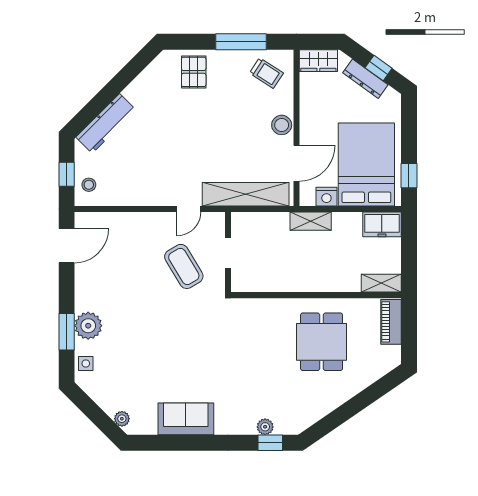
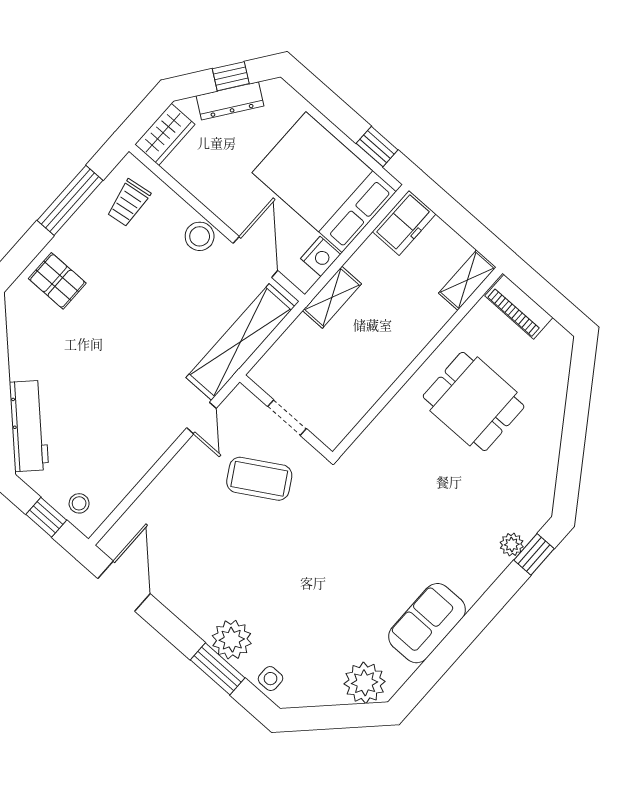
trolley: (266, 73) -> (128, 203), turned 139
plant: (122, 419) -> (365, 683), width x1.88, depth x1.88

